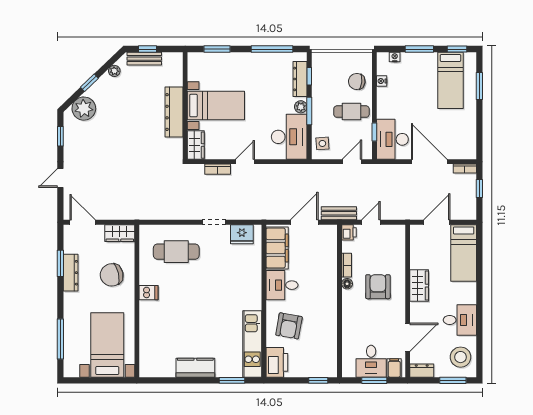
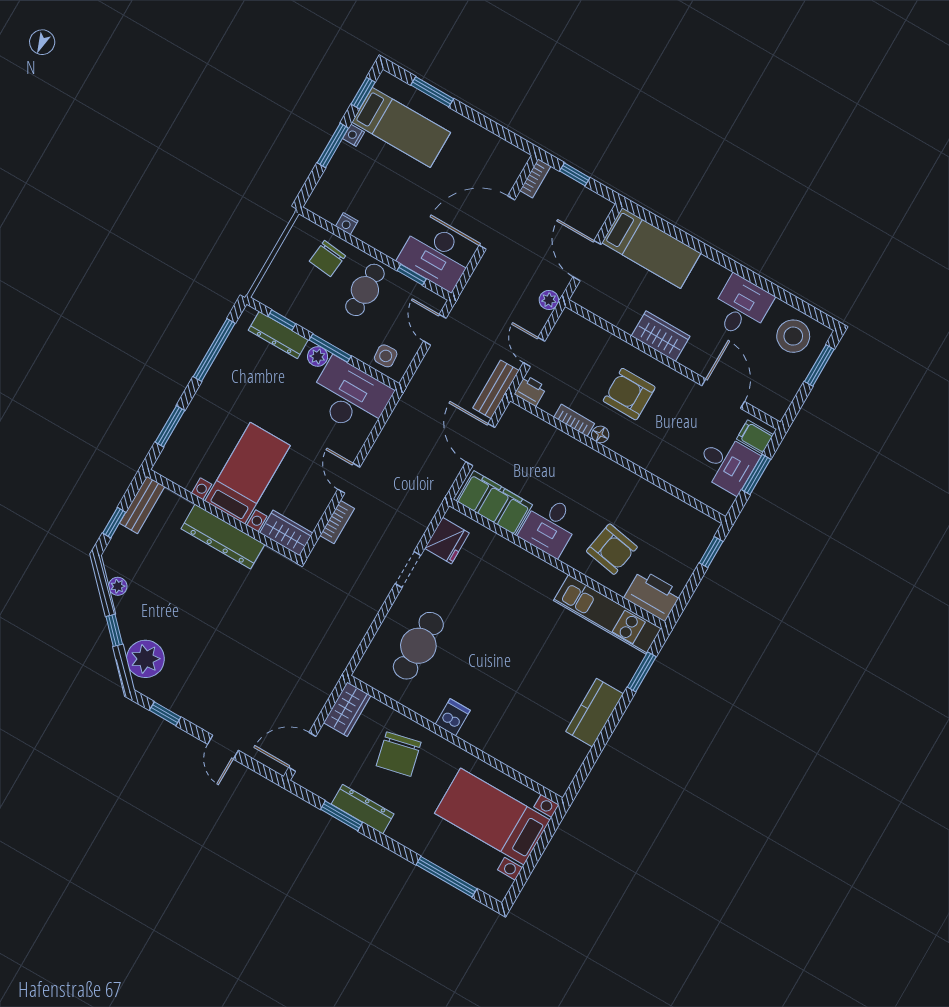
nightstand: (395, 57) -> (353, 135), moved
bench: (144, 59) -> (142, 505), moved
plant: (404, 214) -> (549, 300), added
dresser: (422, 371) -> (781, 401), removed

